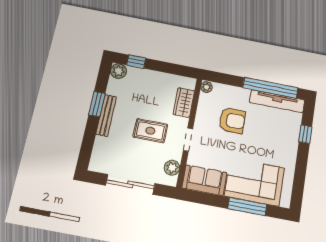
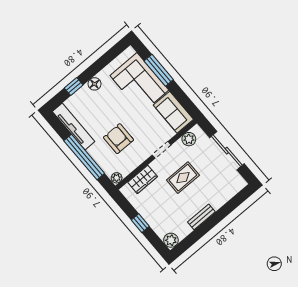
window: (136, 62) -> (140, 223), moved
window: (270, 88) -> (84, 157), moved
window: (97, 104) -> (205, 227), removed
bench: (106, 115) -> (201, 217), width x0.73
rug: (150, 131) -> (183, 178), turned 90
floor lamp: (291, 150) -> (94, 84), added

